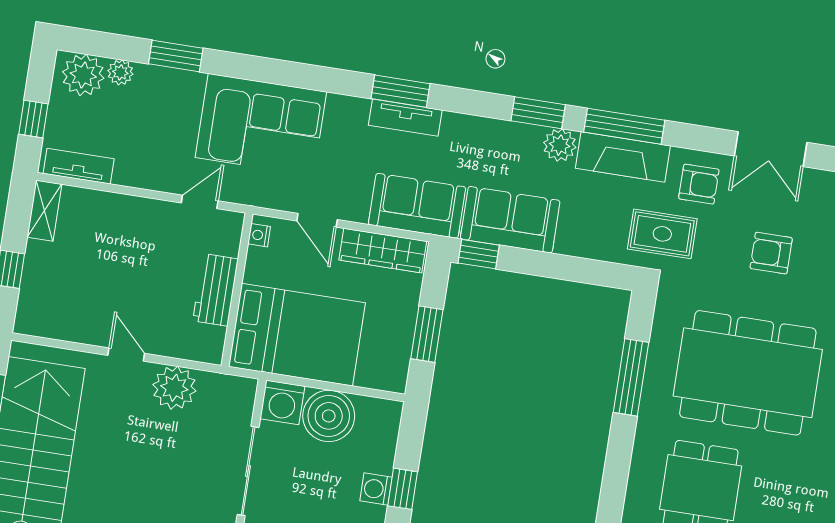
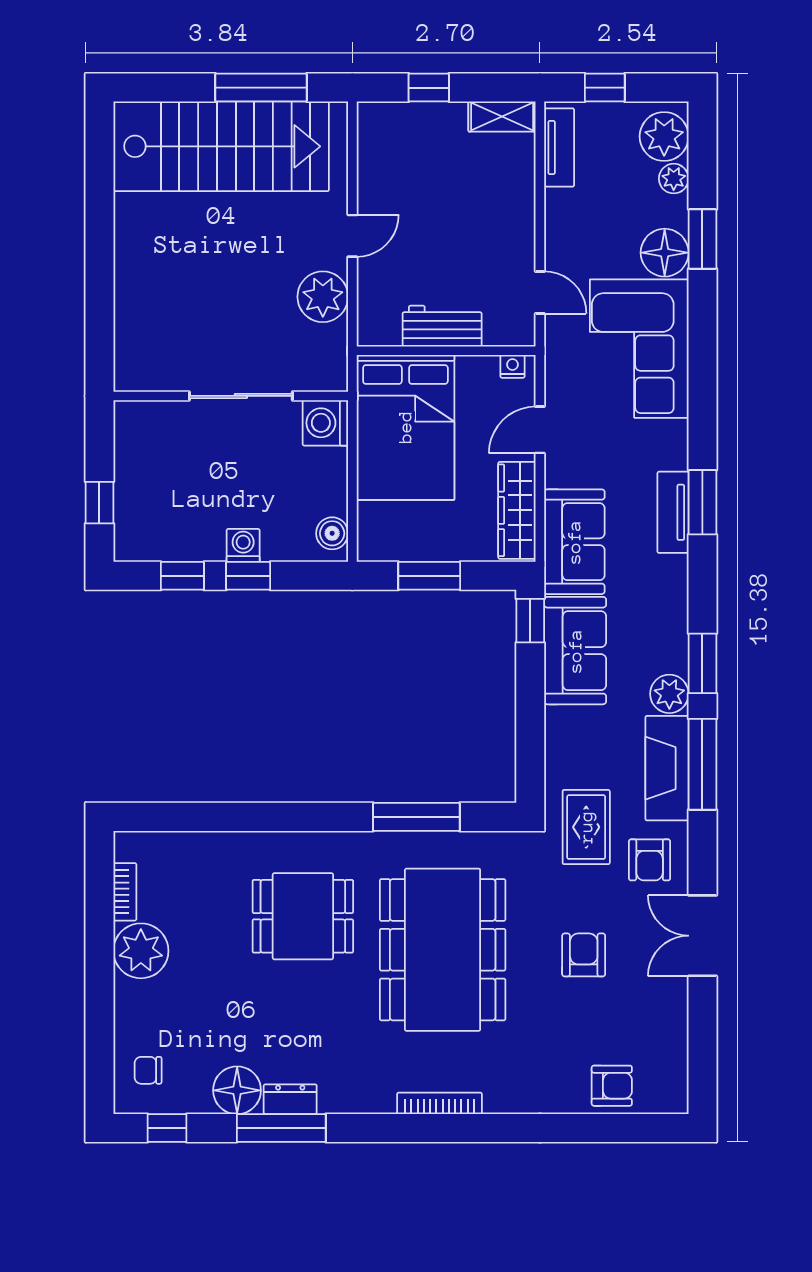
floor lamp: (182, 90) -> (665, 253), added
boiler: (329, 416) -> (332, 533), moved, width x0.54, depth x0.54

